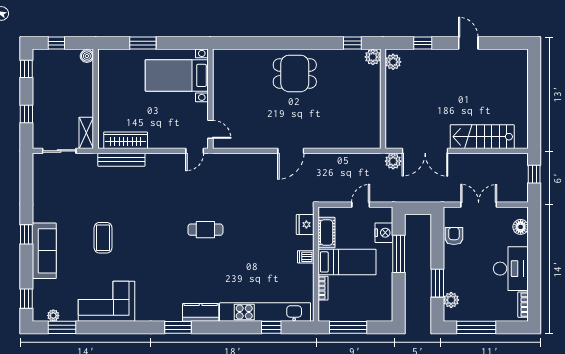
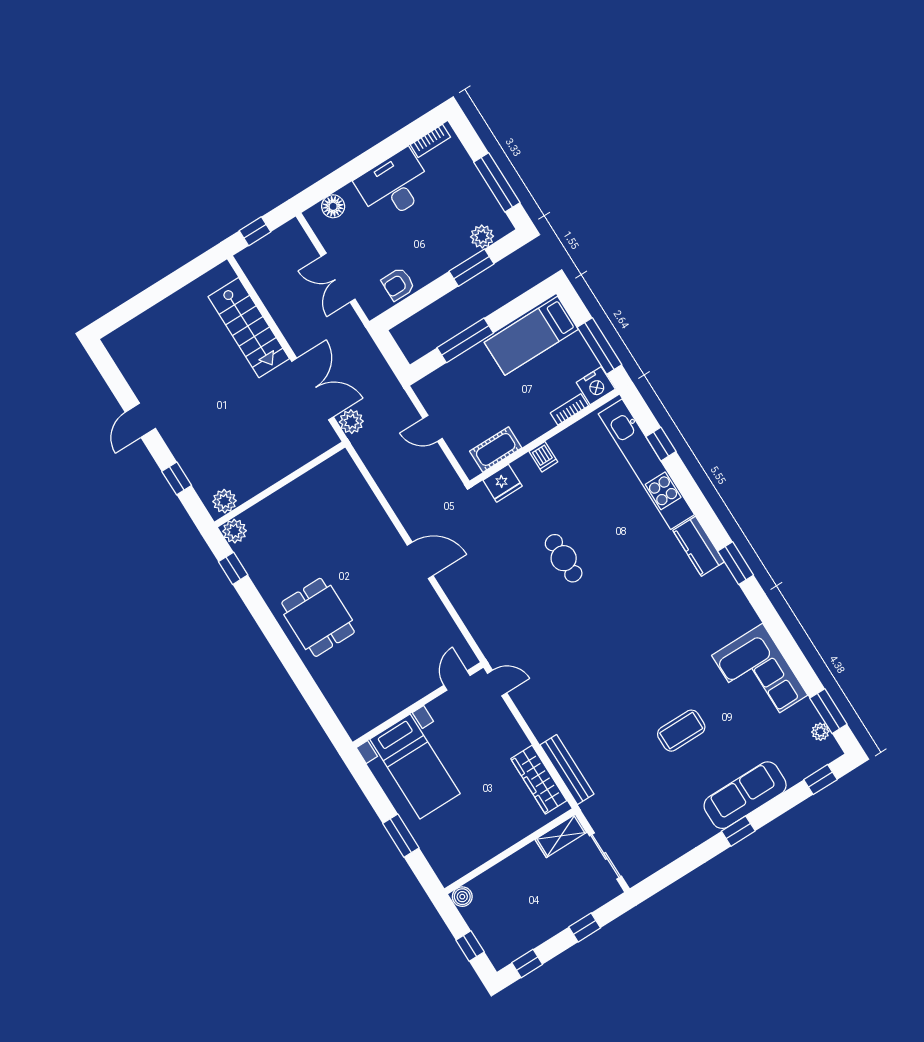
cafe table: (205, 230) -> (564, 558), moved
nightstand: (384, 233) -> (596, 386), moved, turned 180
bed: (347, 262) -> (531, 336), moved, turned -90

